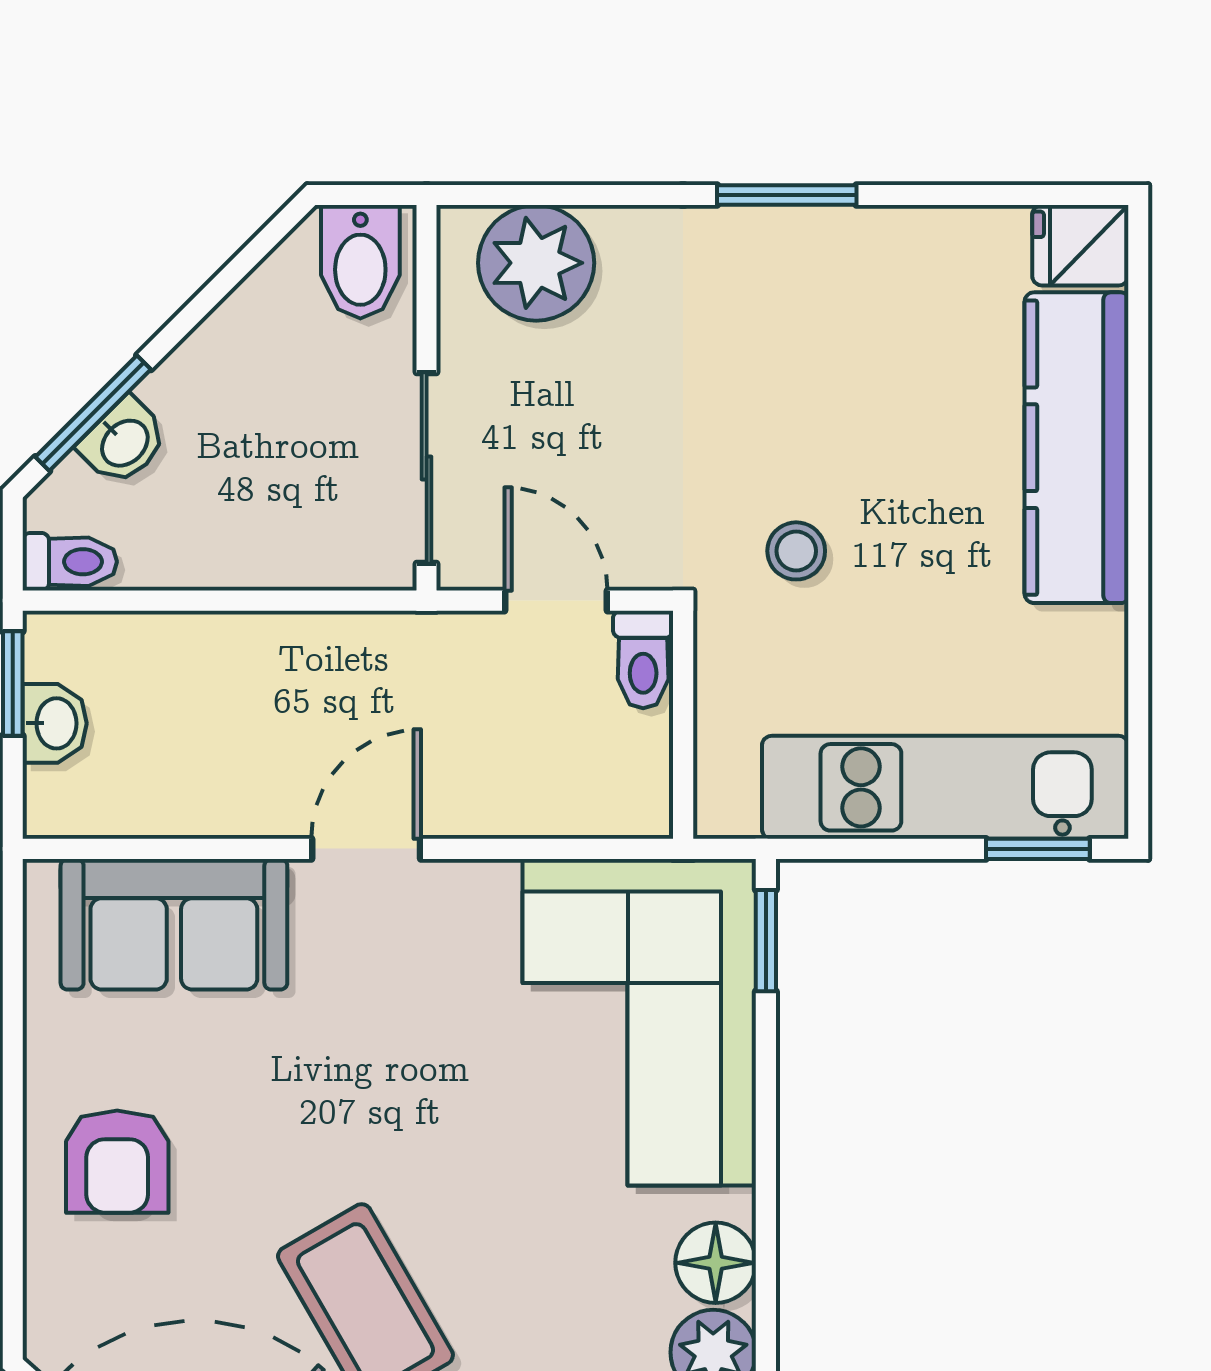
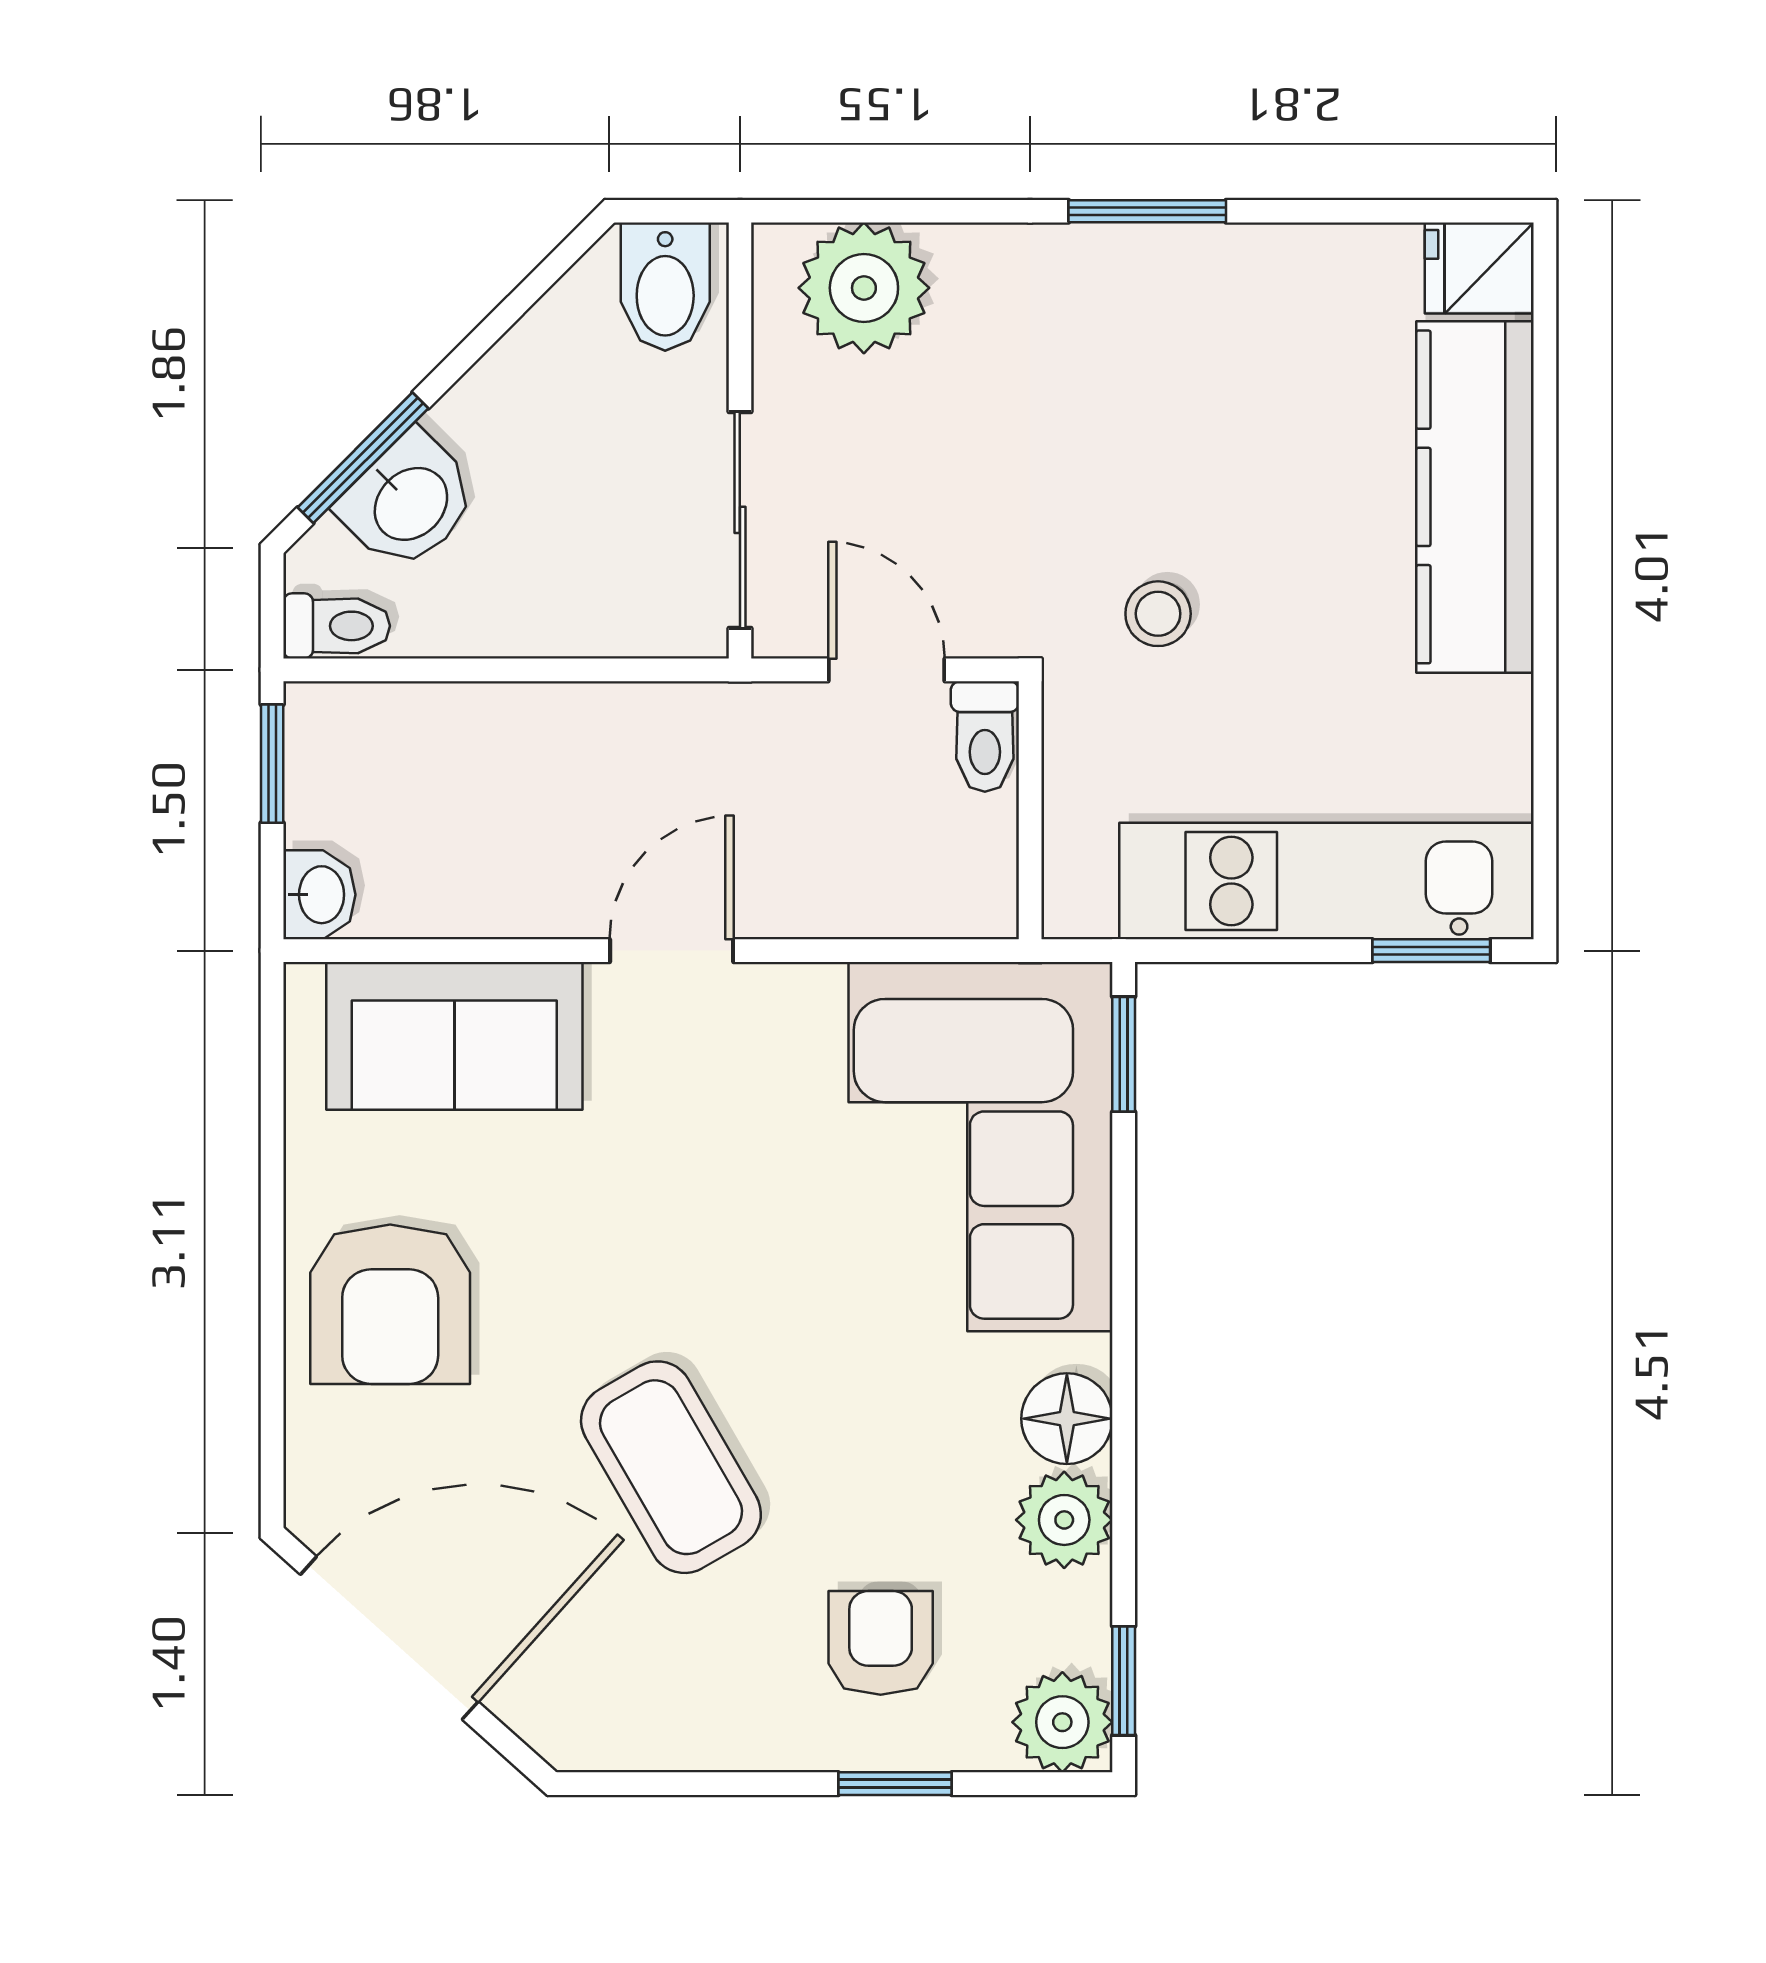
washbasin: (124, 442) -> (409, 502), width x1.38, depth x1.45
washbasin: (55, 723) -> (319, 895), moved
armchair: (117, 1162) -> (390, 1304), width x1.38, depth x1.38

